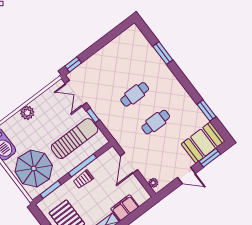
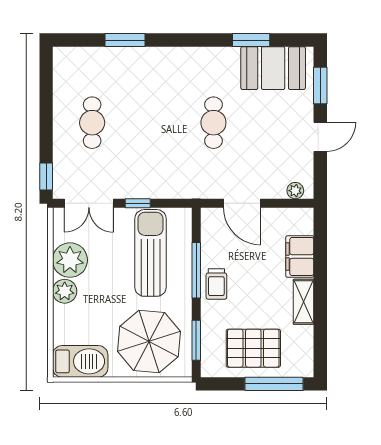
cafe table: (135, 94) -> (92, 123), moved
plant: (43, 104) -> (70, 260), added
booth: (203, 143) -> (273, 68), moved, turned 90

